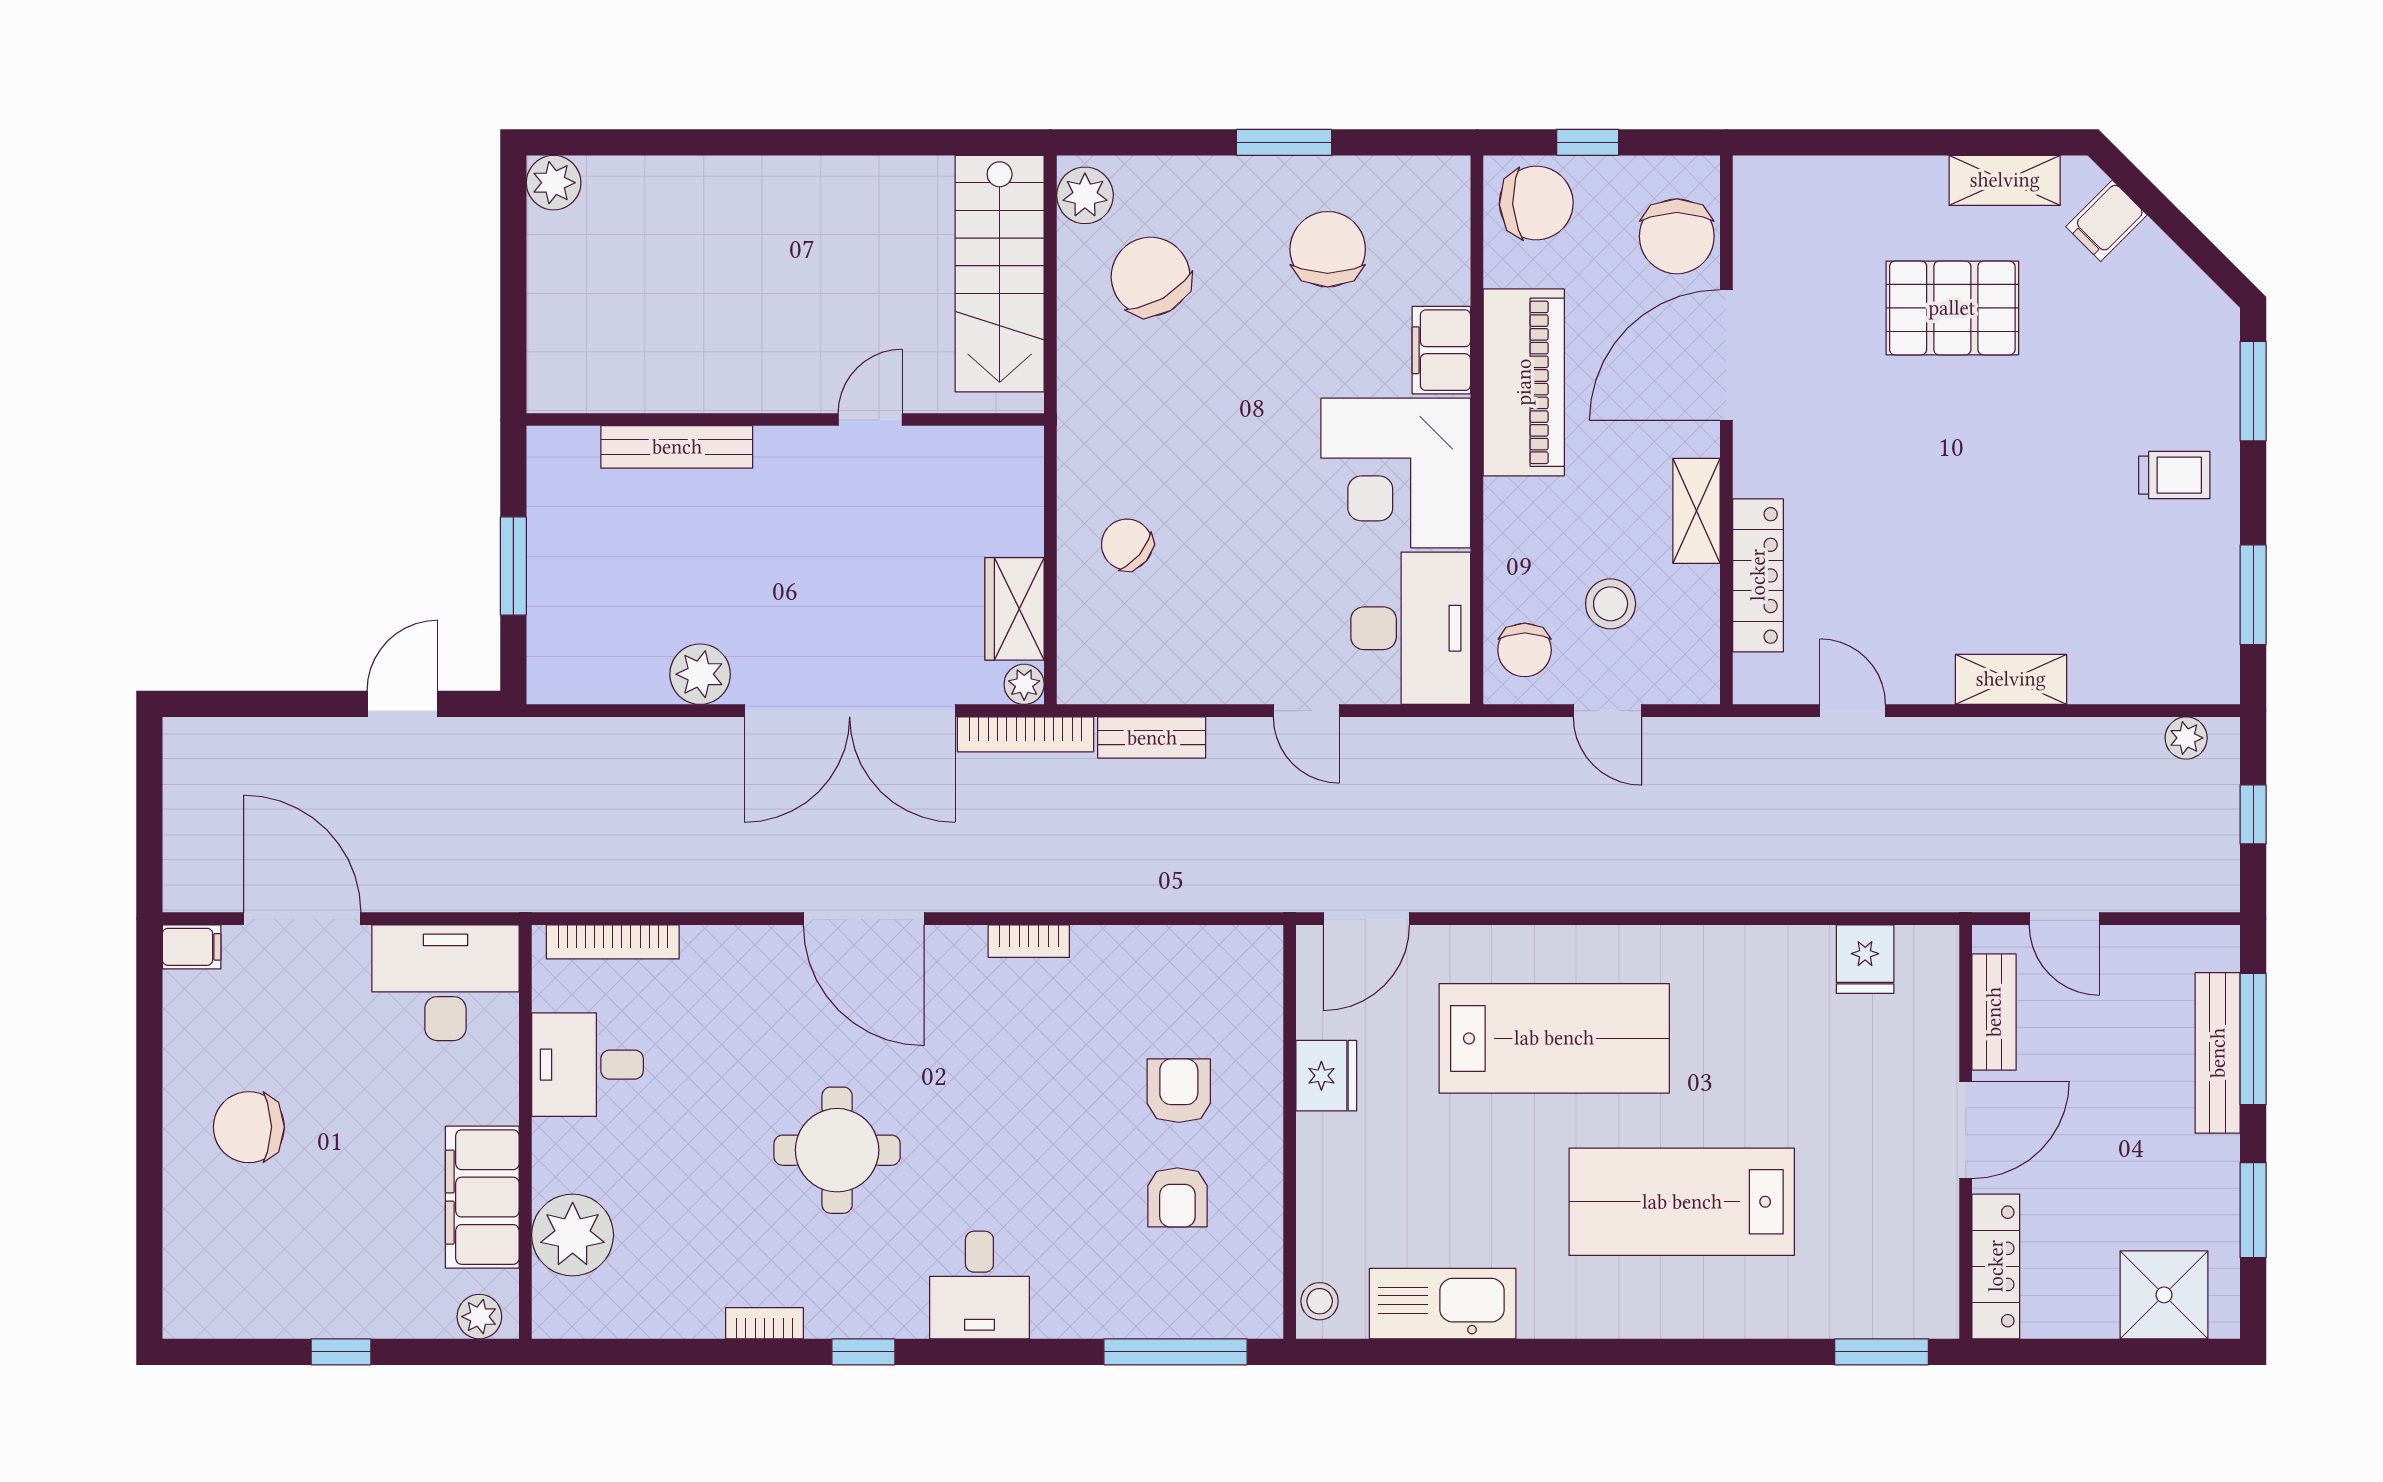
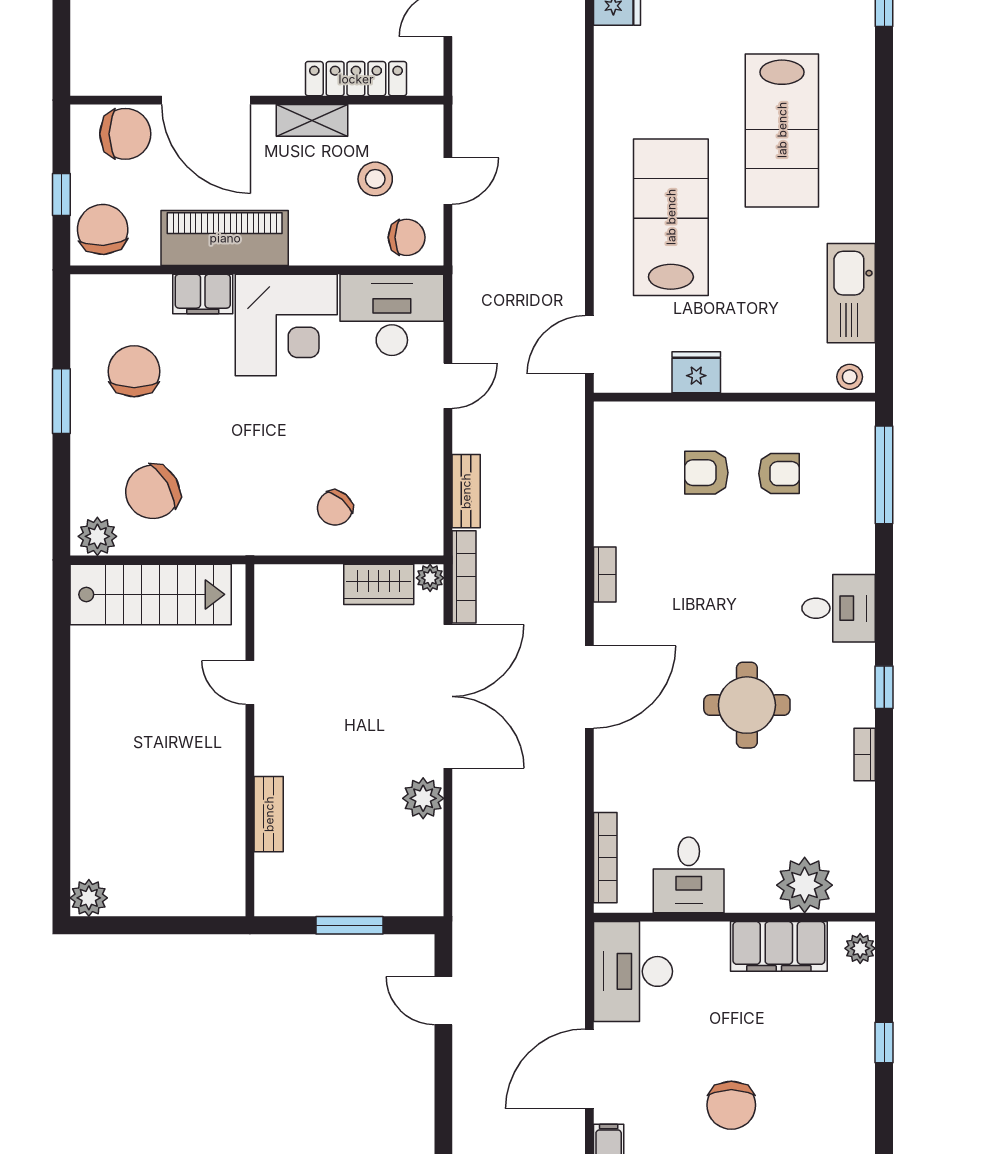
chair: (1328, 249) -> (134, 371), turned 90
bench: (677, 447) -> (269, 814), width x0.73
door: (1367, 919) -> (589, 345), swing flipped

